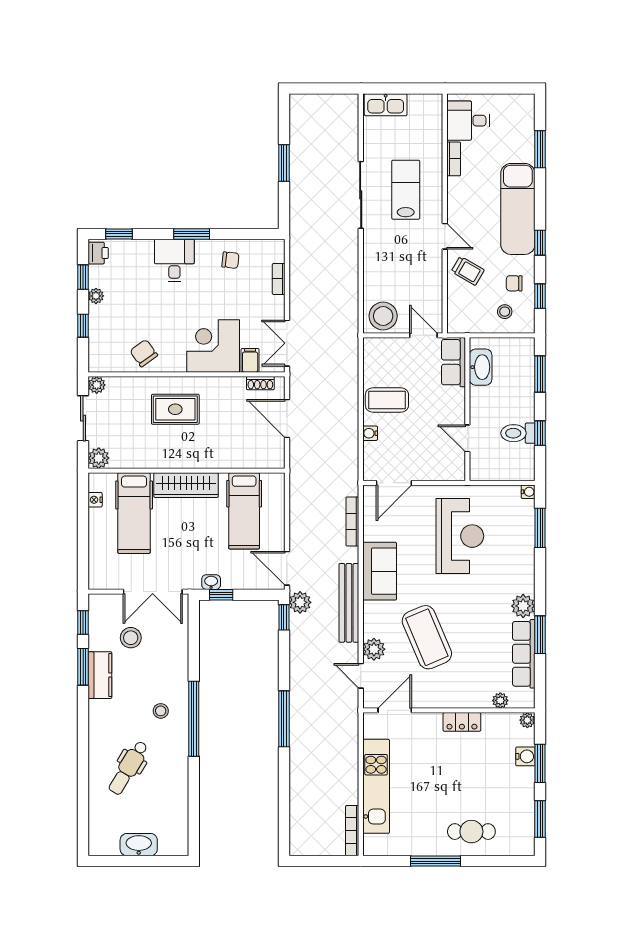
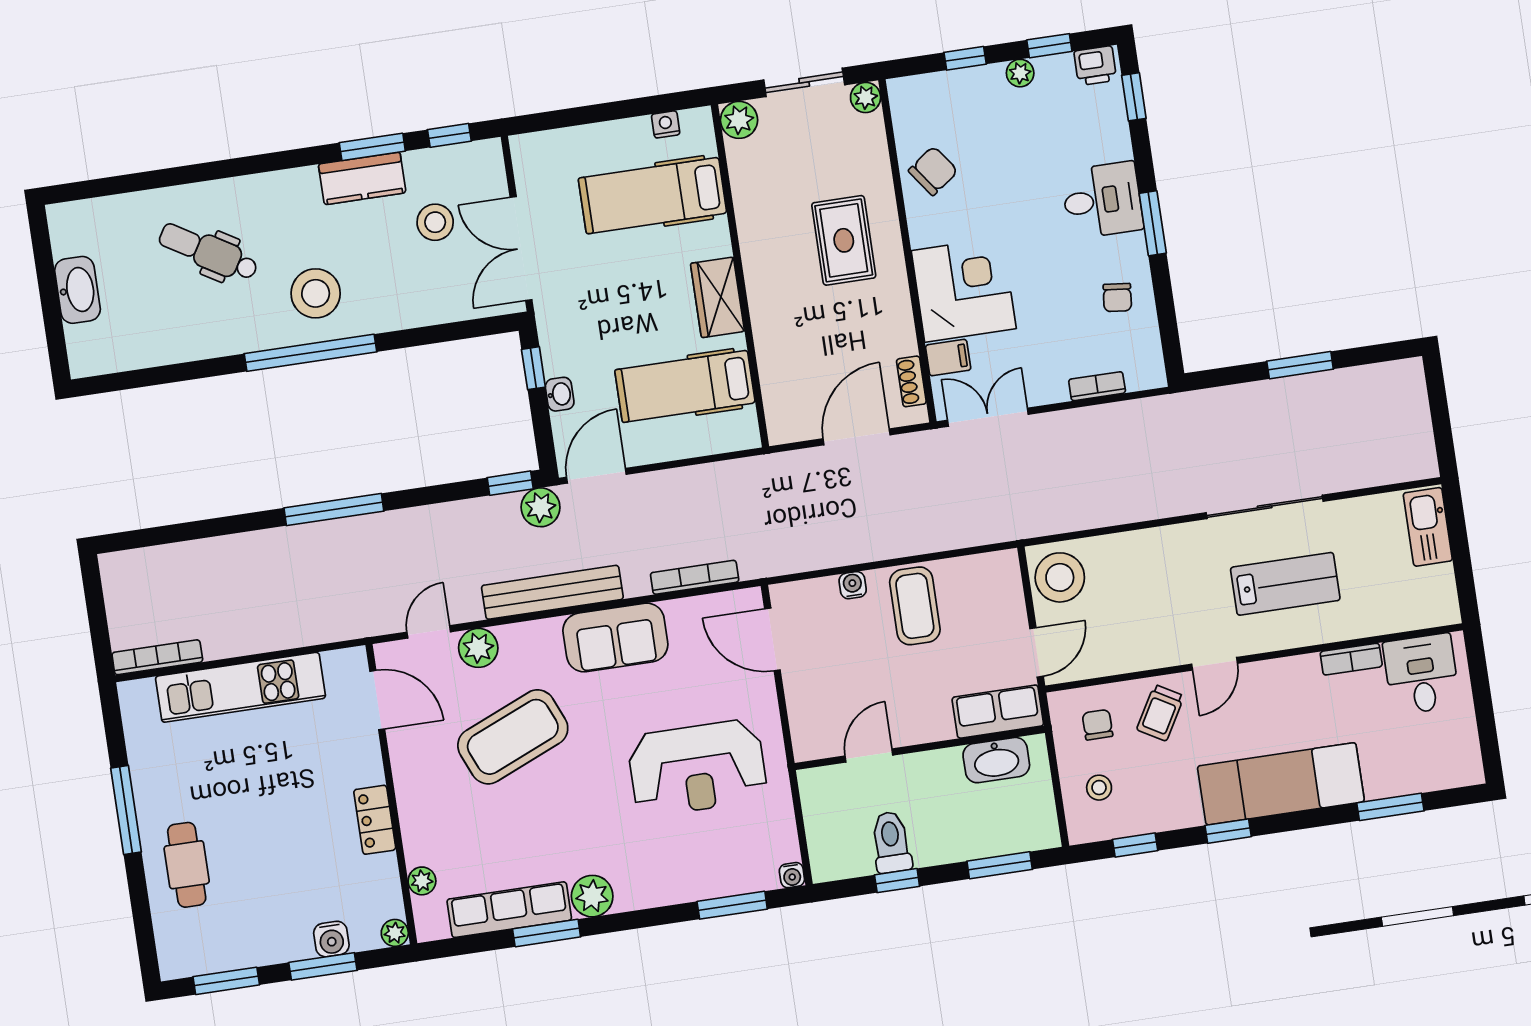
chair: (514, 283) -> (1097, 725), moved
wardrobe: (186, 485) -> (717, 297), width x0.67
washbasin: (211, 582) -> (560, 394), moved
stool: (161, 711) -> (316, 293), width x1.89, depth x1.89

